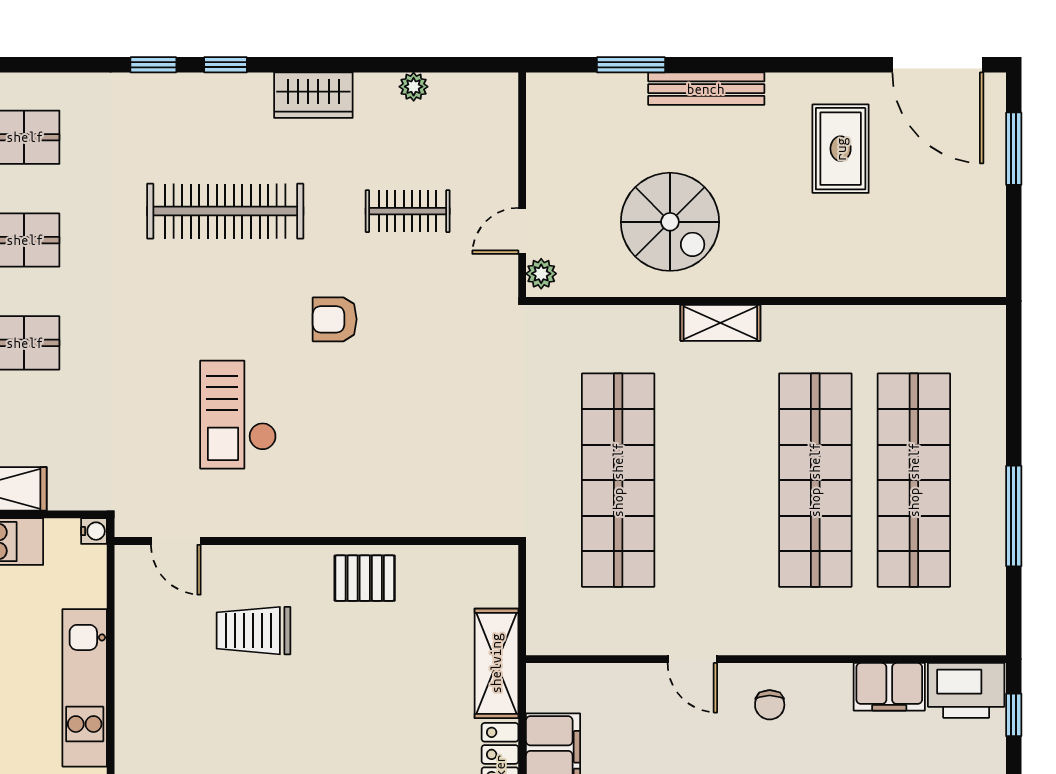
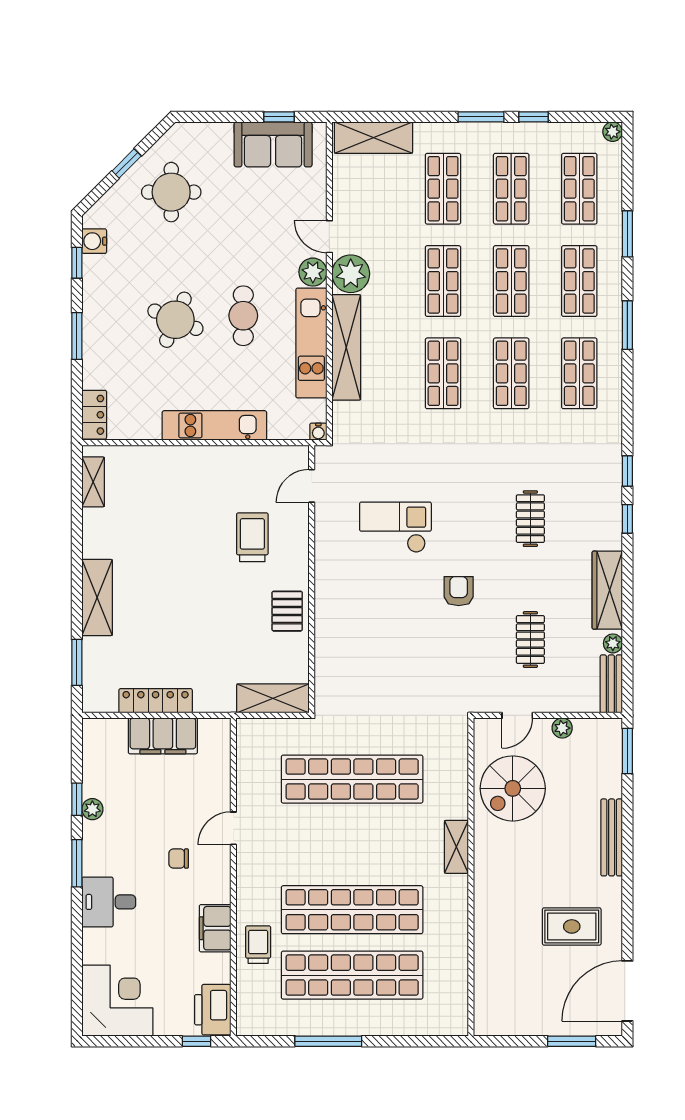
window: (631, 65) -> (627, 751), moved
bench: (475, 89) -> (611, 684), added
wardrobe: (313, 95) -> (607, 590), width x1.50
clothes rail: (225, 211) -> (530, 519), width x0.54, depth x0.76
spiral stairs: (670, 222) -> (513, 788), moved
door: (522, 231) -> (517, 715), swing flipped
plant: (541, 274) -> (562, 728), moved
trolley: (868, 622) -> (258, 945), added
shelving: (496, 663) -> (273, 698), moved
filing cabinet: (889, 687) -> (215, 928), moved
chair: (770, 705) -> (179, 859), moved

